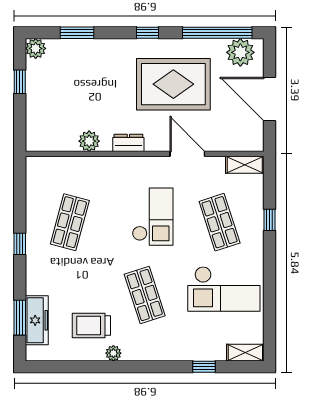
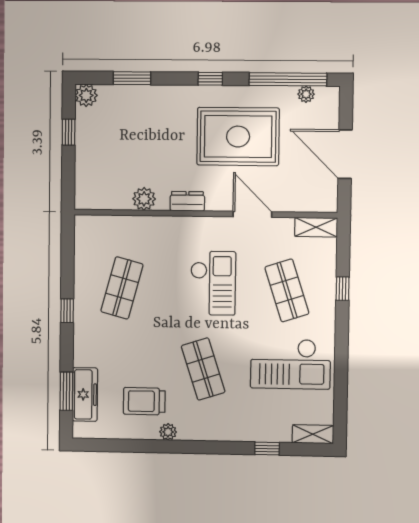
plant: (240, 52) -> (306, 94), width x0.53, depth x0.53

